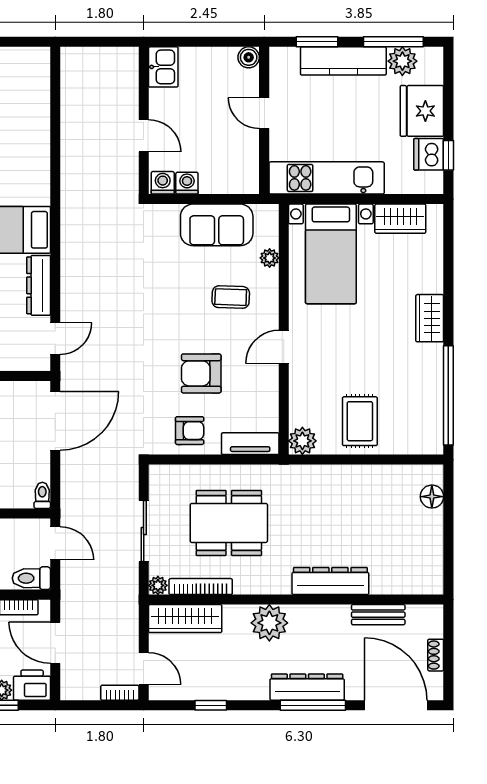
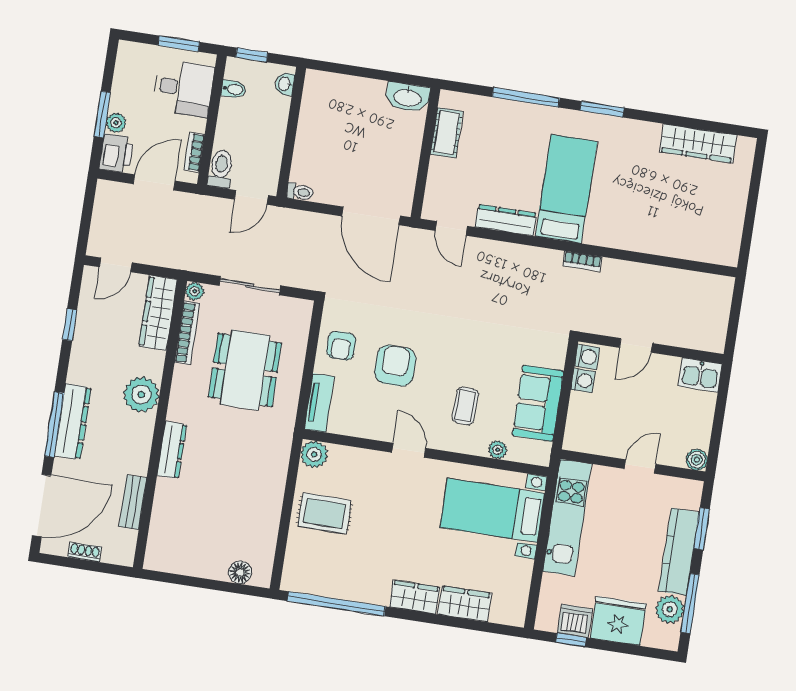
wardrobe: (400, 219) -> (465, 604), moved, turned 90
dresser: (330, 581) -> (172, 450), width x0.73, depth x0.80
bookcase: (120, 693) -> (583, 261), moved, turned 90

